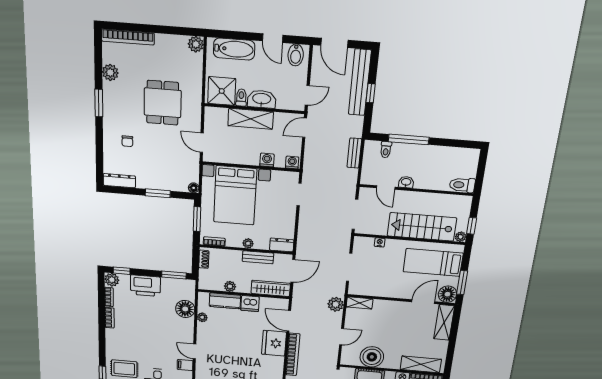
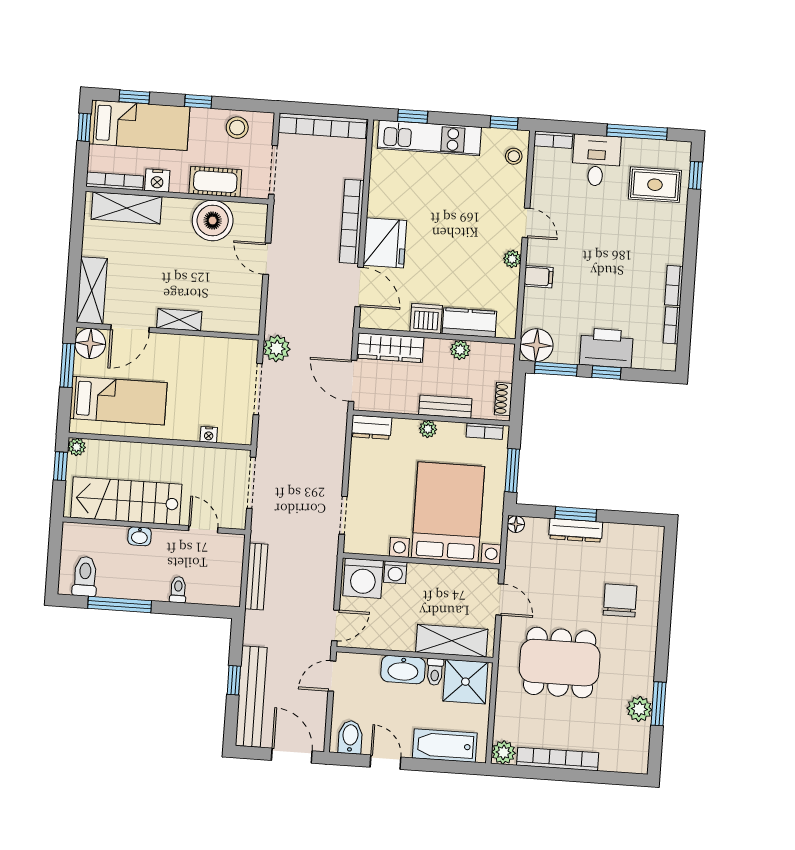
bookcase: (128, 37) -> (558, 759), moved
window: (99, 103) -> (659, 704), moved
dining table: (163, 103) -> (560, 663), width x1.38
shelving: (251, 119) -> (452, 641), moved
window: (409, 139) -> (120, 605), moved
chair: (127, 141) -> (620, 600), width x1.87, depth x1.87
toilet: (386, 150) -> (178, 590), moved
bench: (354, 153) -> (256, 577), width x1.36
washing machine: (292, 162) -> (363, 578), width x1.89, depth x1.89
dresser: (119, 181) -> (576, 530), moved
washbasin: (406, 182) -> (140, 536), moved
toilet: (462, 185) -> (85, 576), moved, turned -90
stairs: (422, 227) -> (126, 501), moved, turned 180
bench: (258, 257) -> (445, 407), moved
window: (122, 271) -> (606, 372), moved
door: (293, 271) -> (353, 381), hinge flipped
plant: (112, 280) -> (664, 358), removed
shelving: (359, 303) -> (179, 320), moved
plant: (336, 304) -> (277, 348), moved
floor lamp: (185, 309) -> (536, 345), moved
plant: (202, 317) -> (512, 259), moved
door: (342, 337) -> (267, 259), hinge flipped
filing cabinet: (185, 365) -> (539, 277), moved

